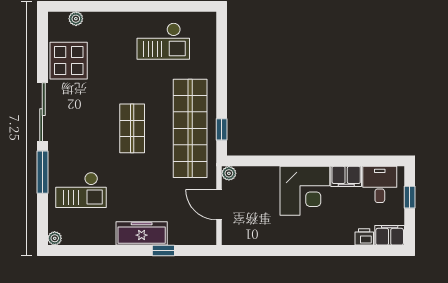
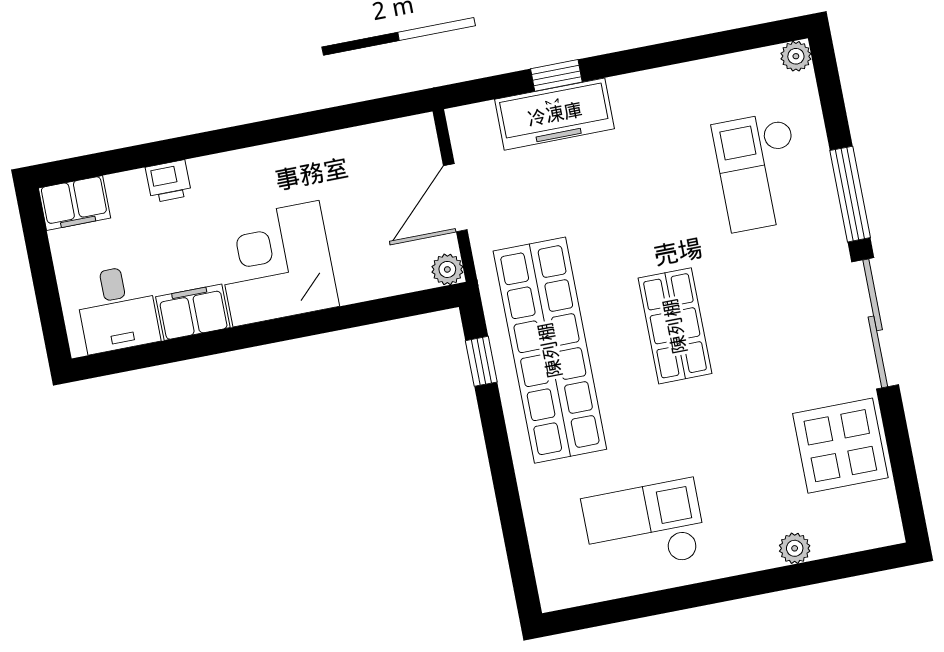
plant: (76, 19) -> (795, 548), moved
checkout: (81, 190) -> (759, 172), turned -90
window: (410, 197) -> (47, 294), removed
door: (219, 205) -> (455, 198), swing flipped
freezer: (142, 233) -> (555, 114), moved
printer: (364, 237) -> (168, 181), moved

